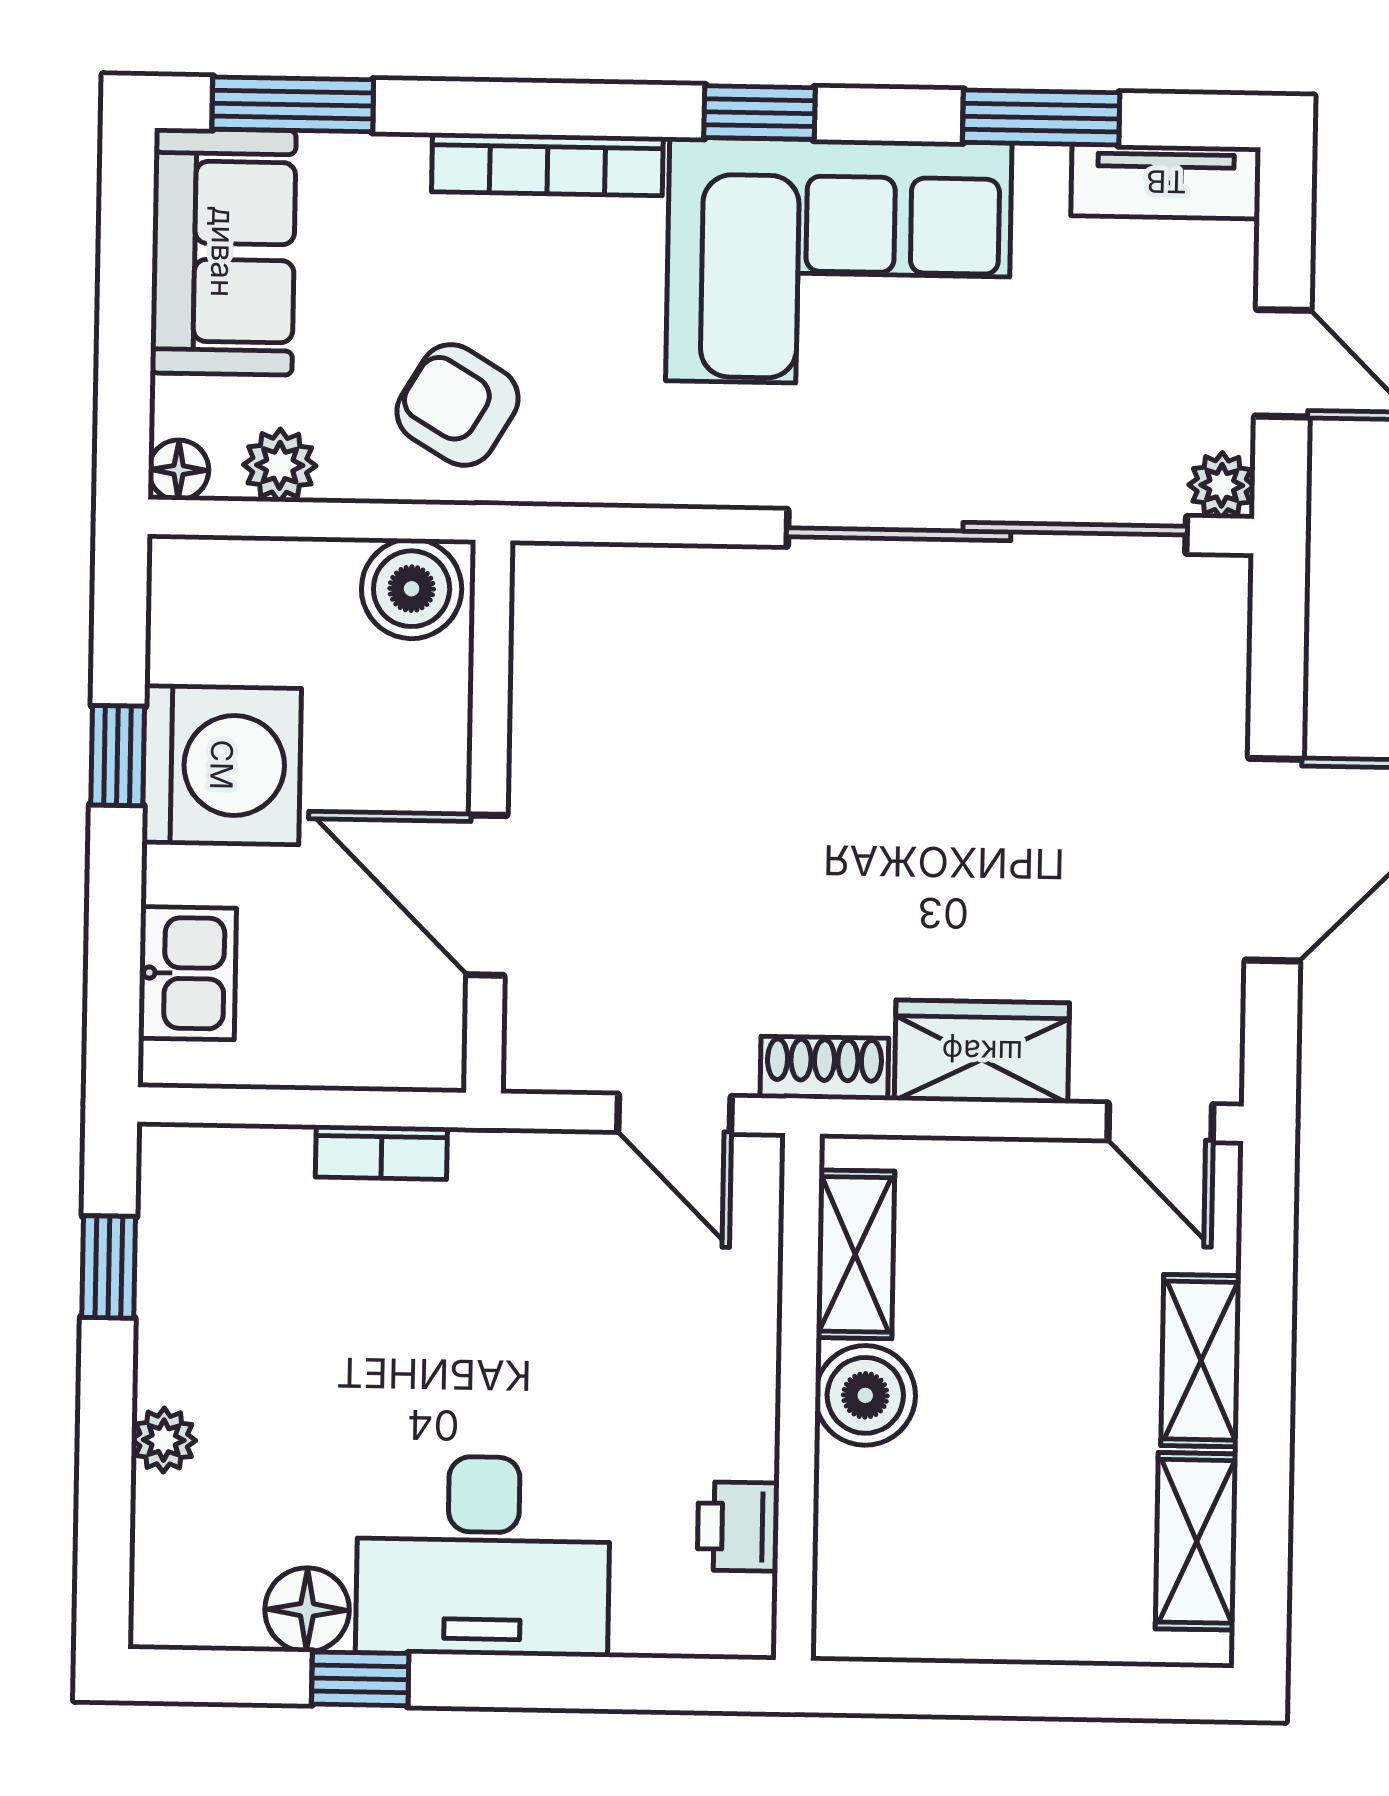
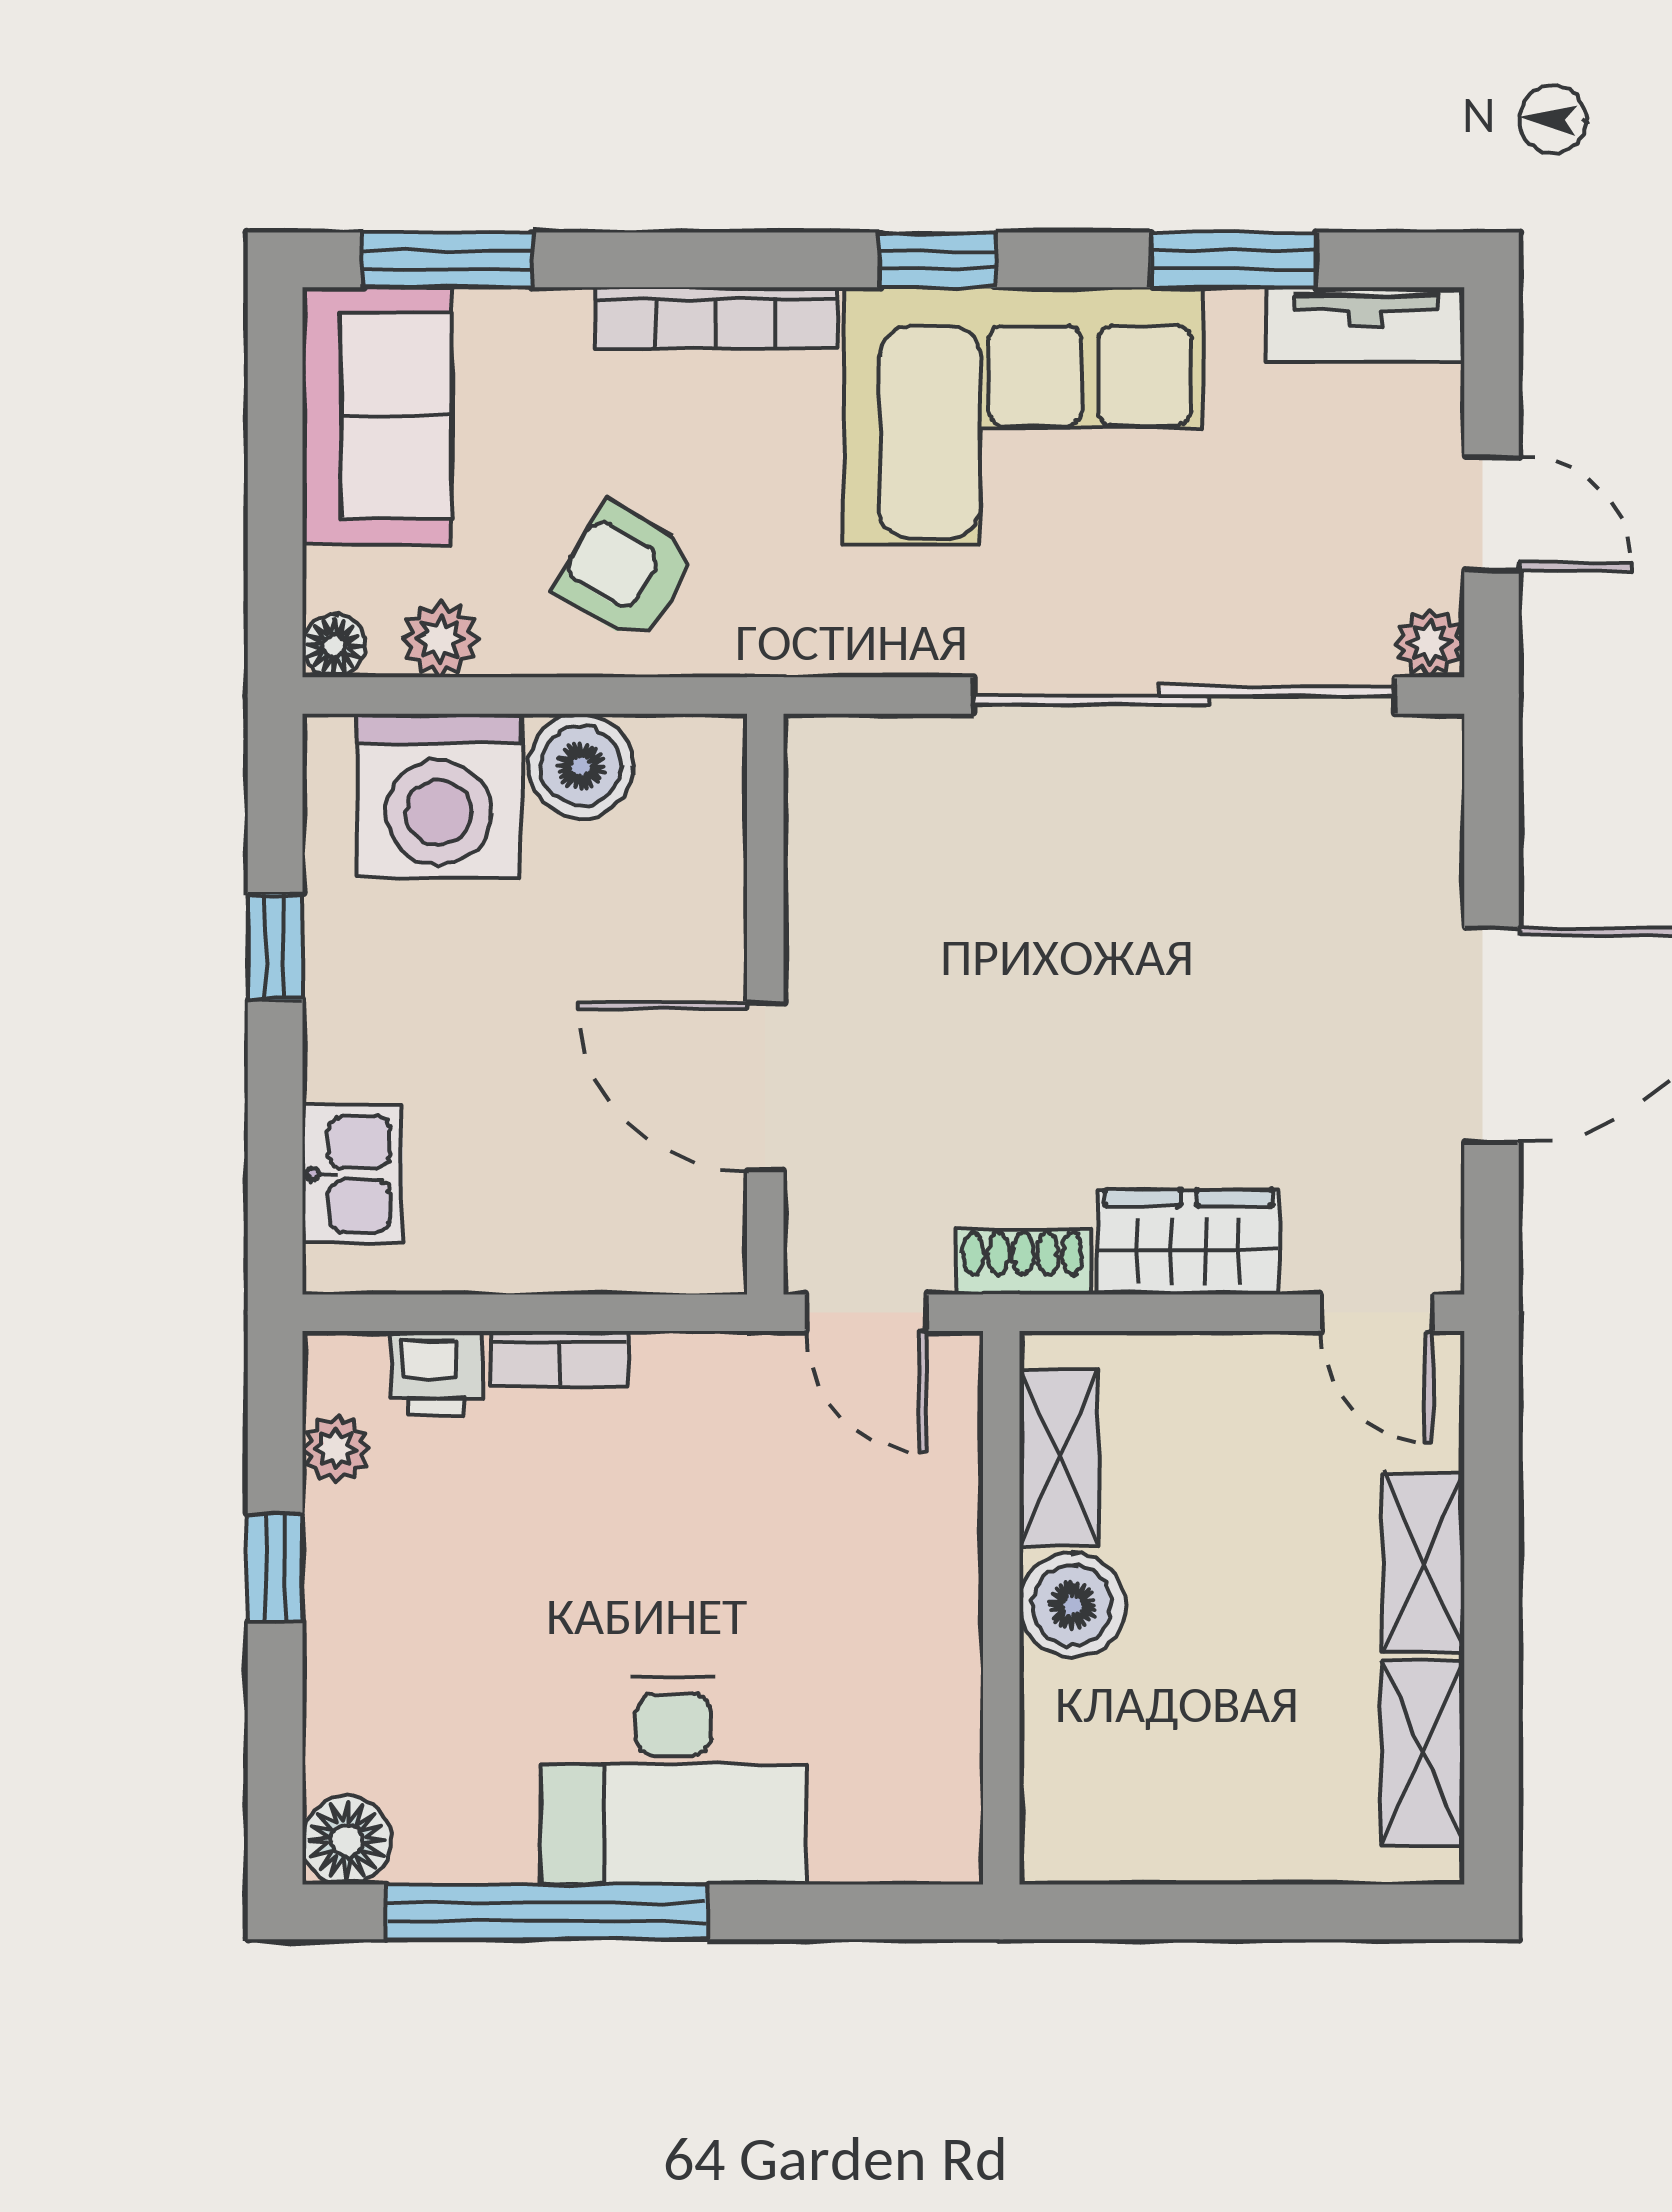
washing machine: (222, 765) -> (439, 796), moved, turned 90
wall: (488, 817) -> (765, 1004), moved
door: (487, 895) -> (765, 1087), moved
window: (109, 1267) -> (275, 1568), moved
plant: (164, 1440) -> (336, 1449), moved
printer: (738, 1526) -> (437, 1373), moved, turned -90
floor lamp: (307, 1610) -> (347, 1840), moved
window: (360, 1679) -> (547, 1912), width x3.17

